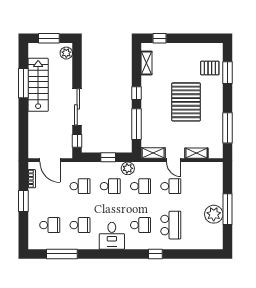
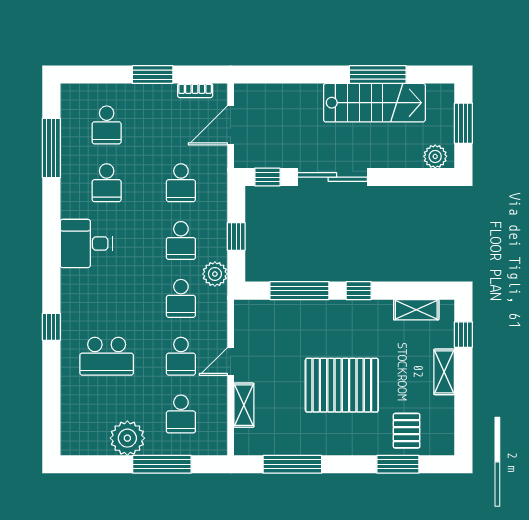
shelving: (153, 153) -> (444, 372), moved
window: (227, 209) -> (162, 464), moved
school desk: (141, 225) -> (181, 414), moved

